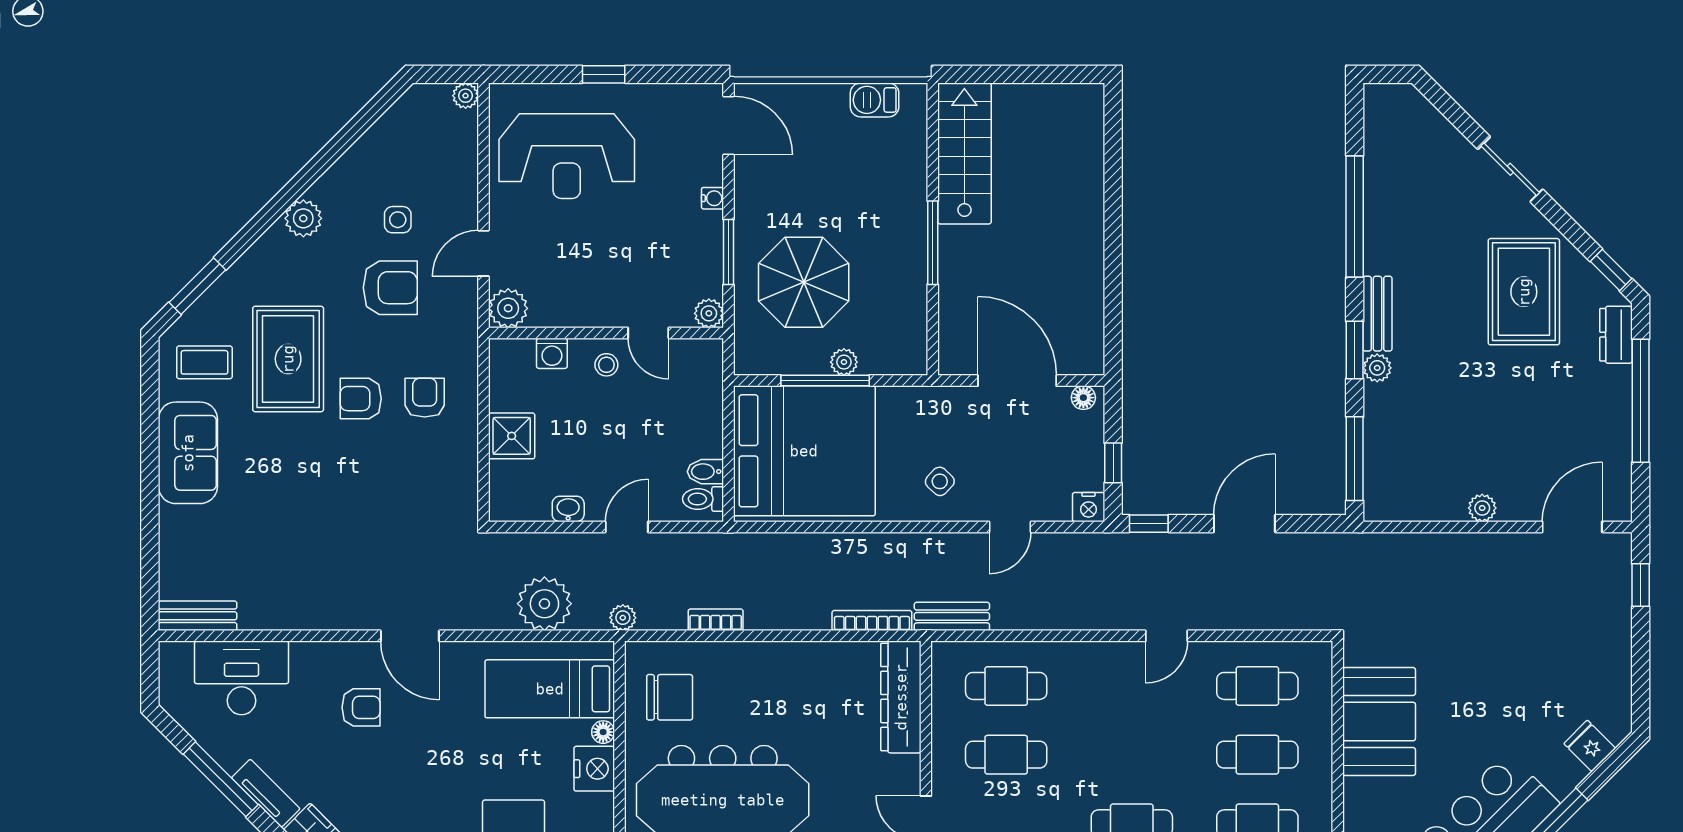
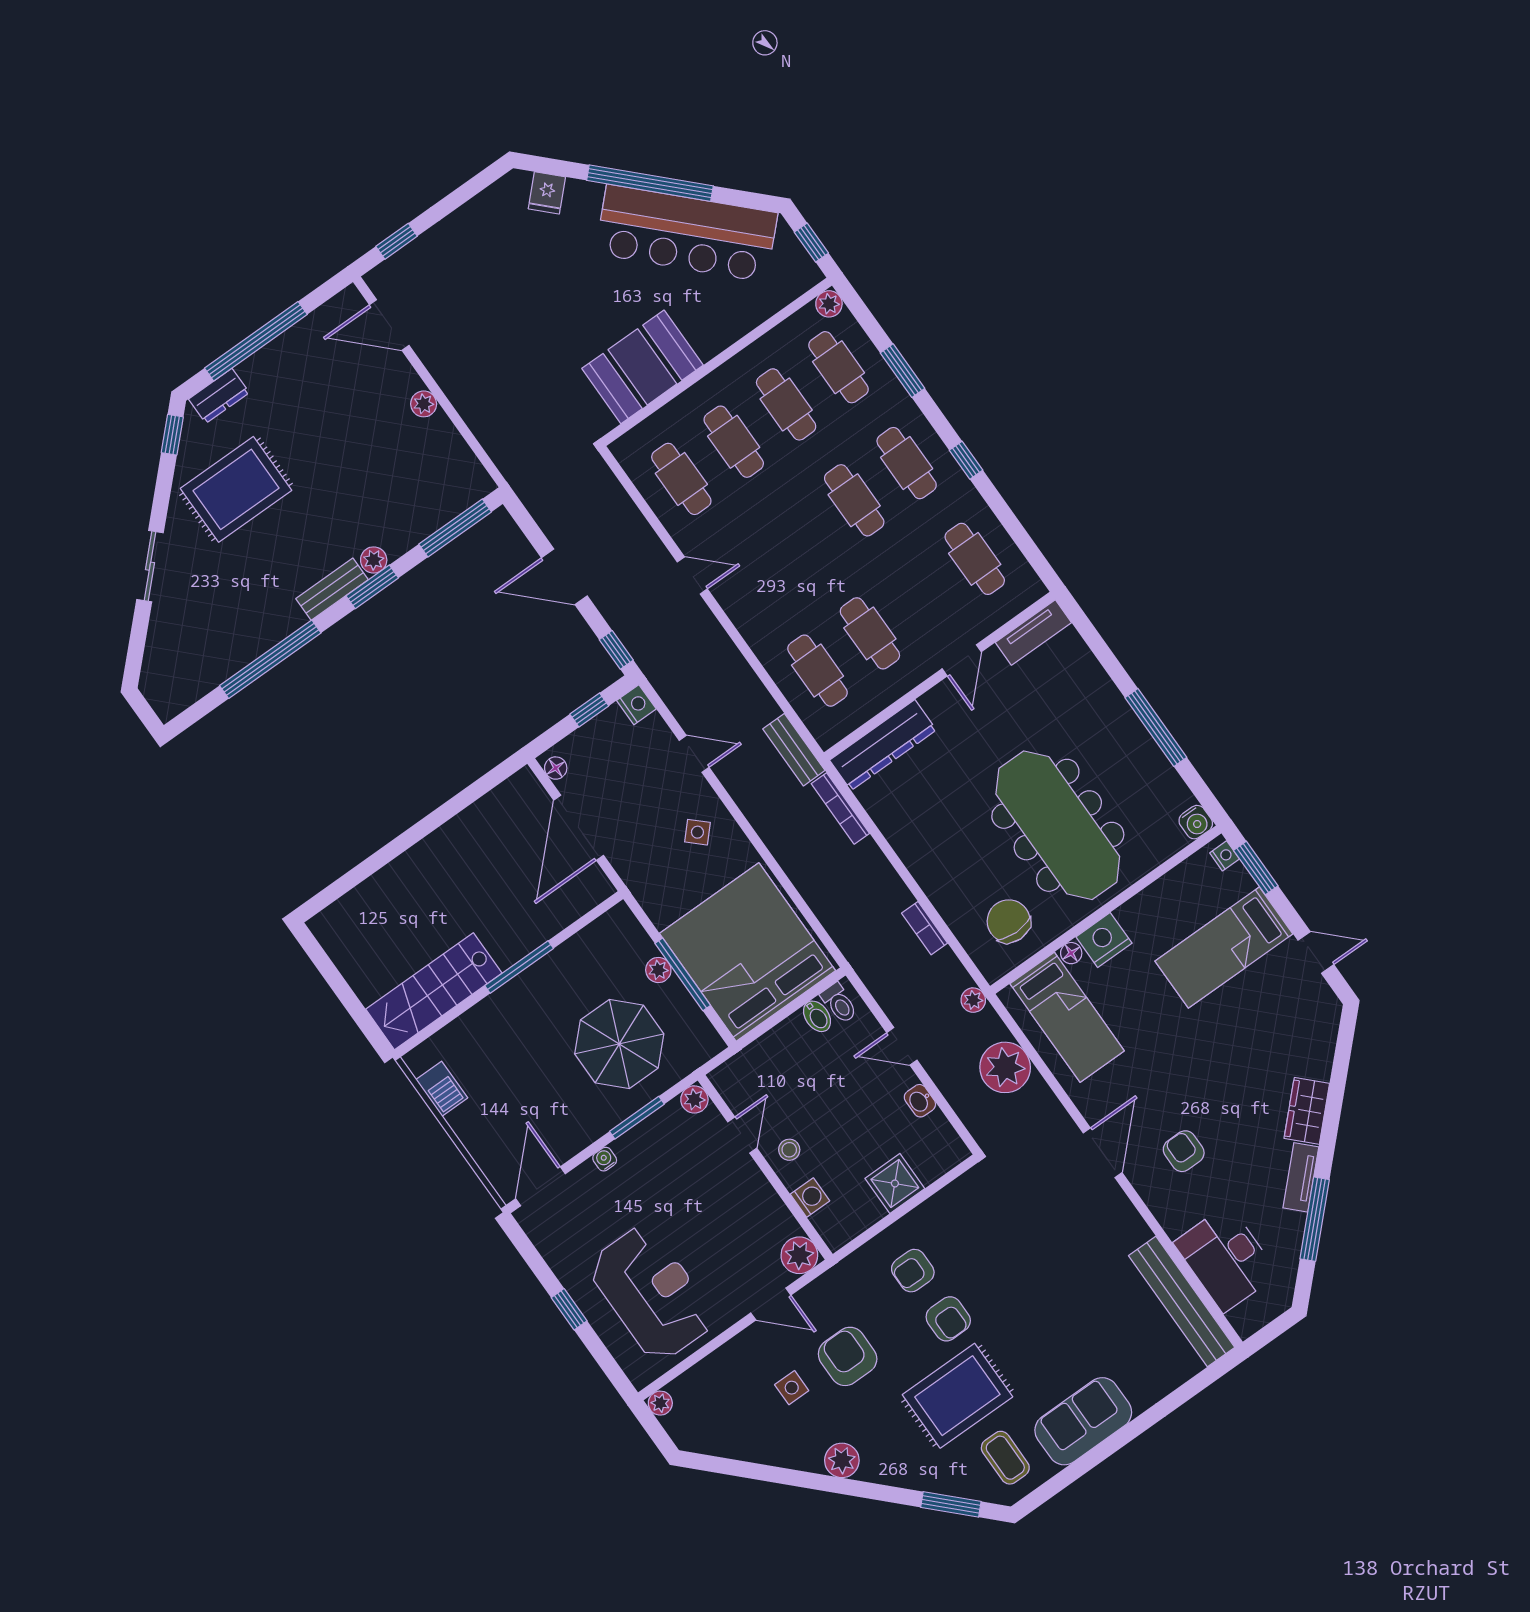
bench: (198, 616) -> (1182, 1301), width x1.86, depth x1.21

